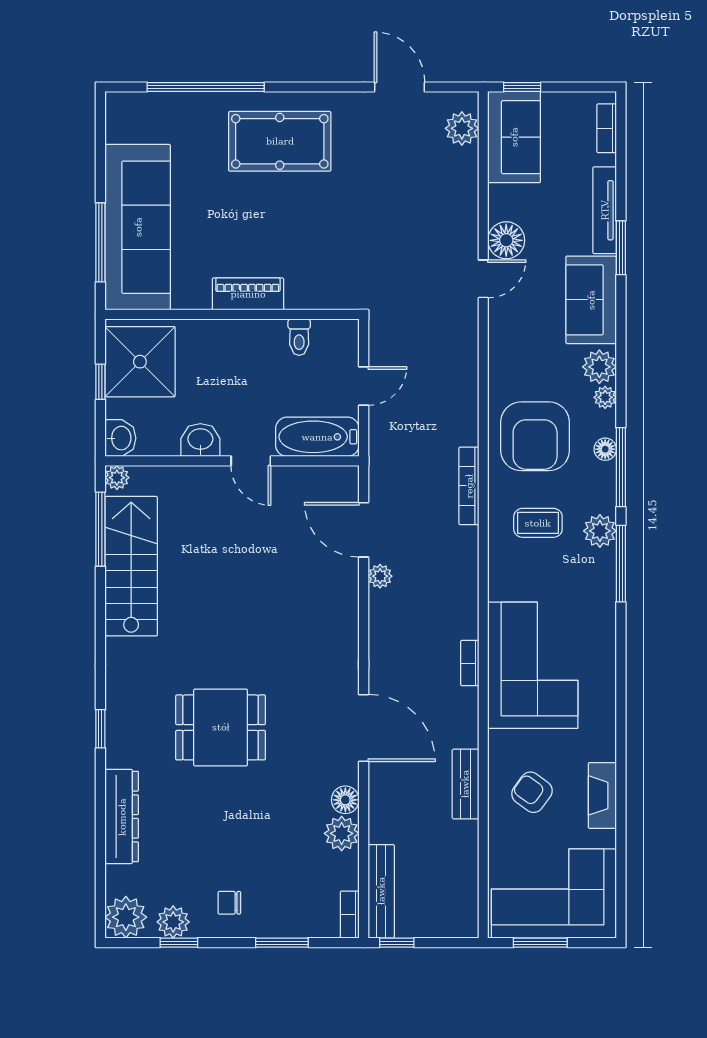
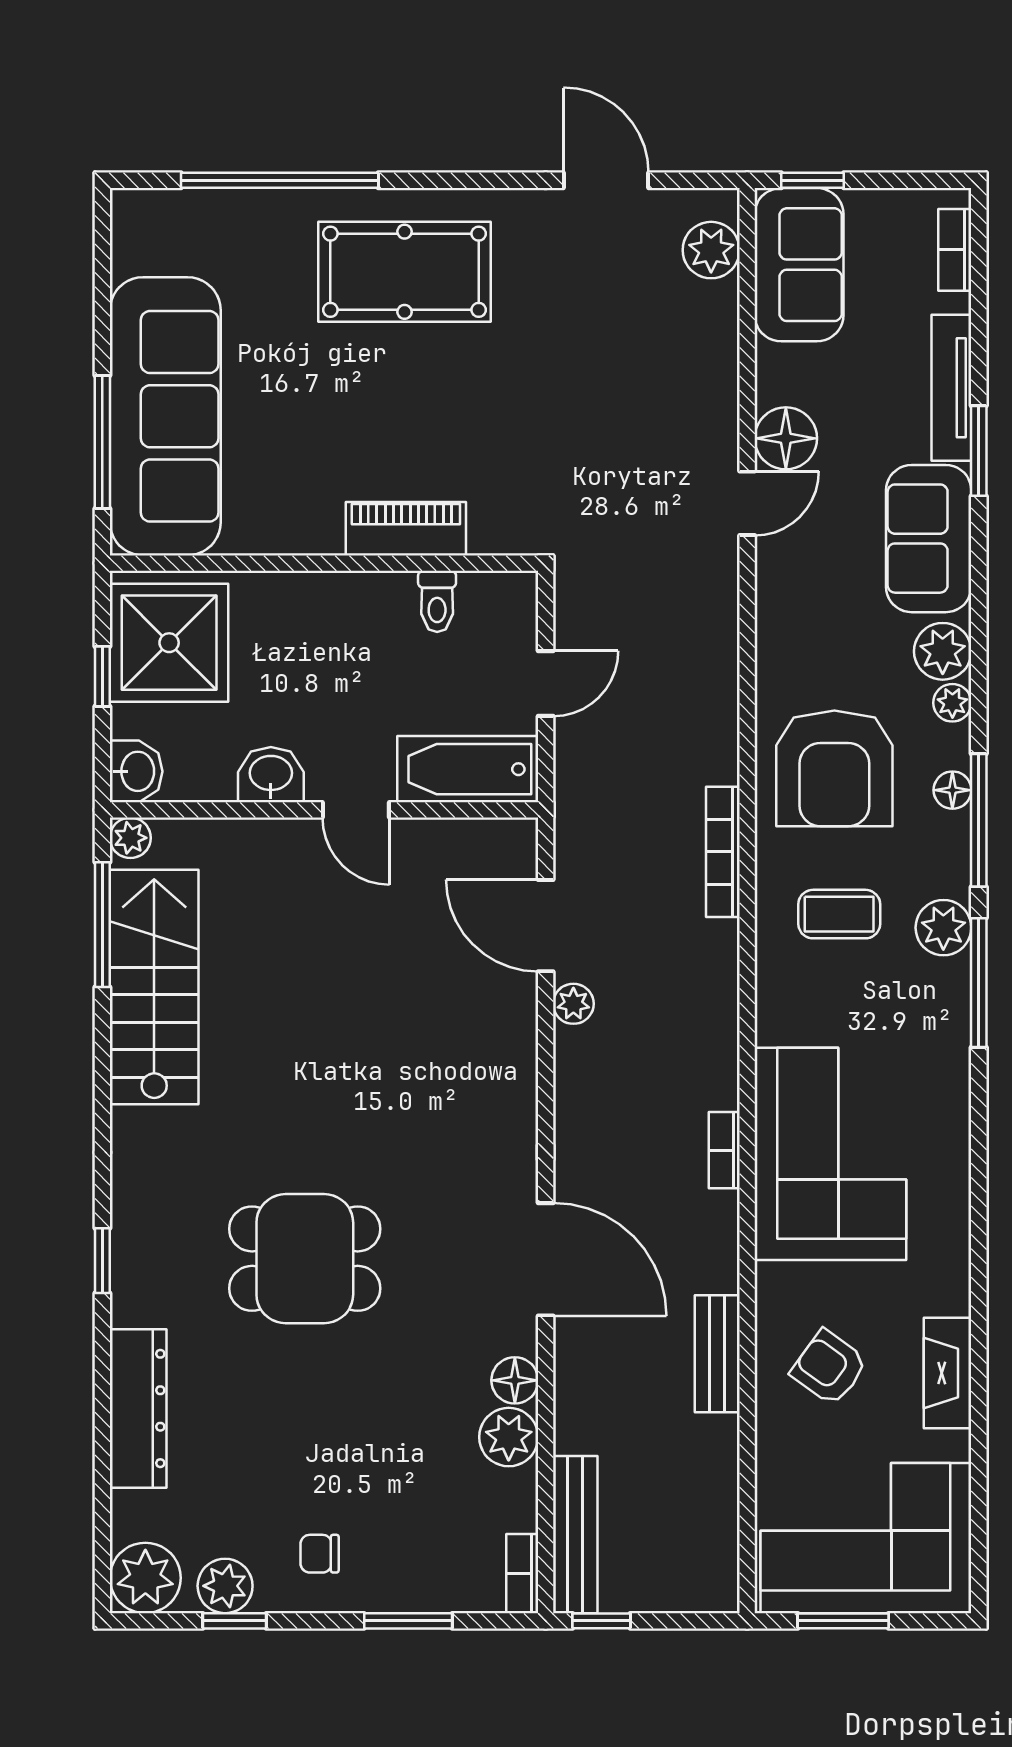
piano: (248, 294) -> (406, 529), moved

